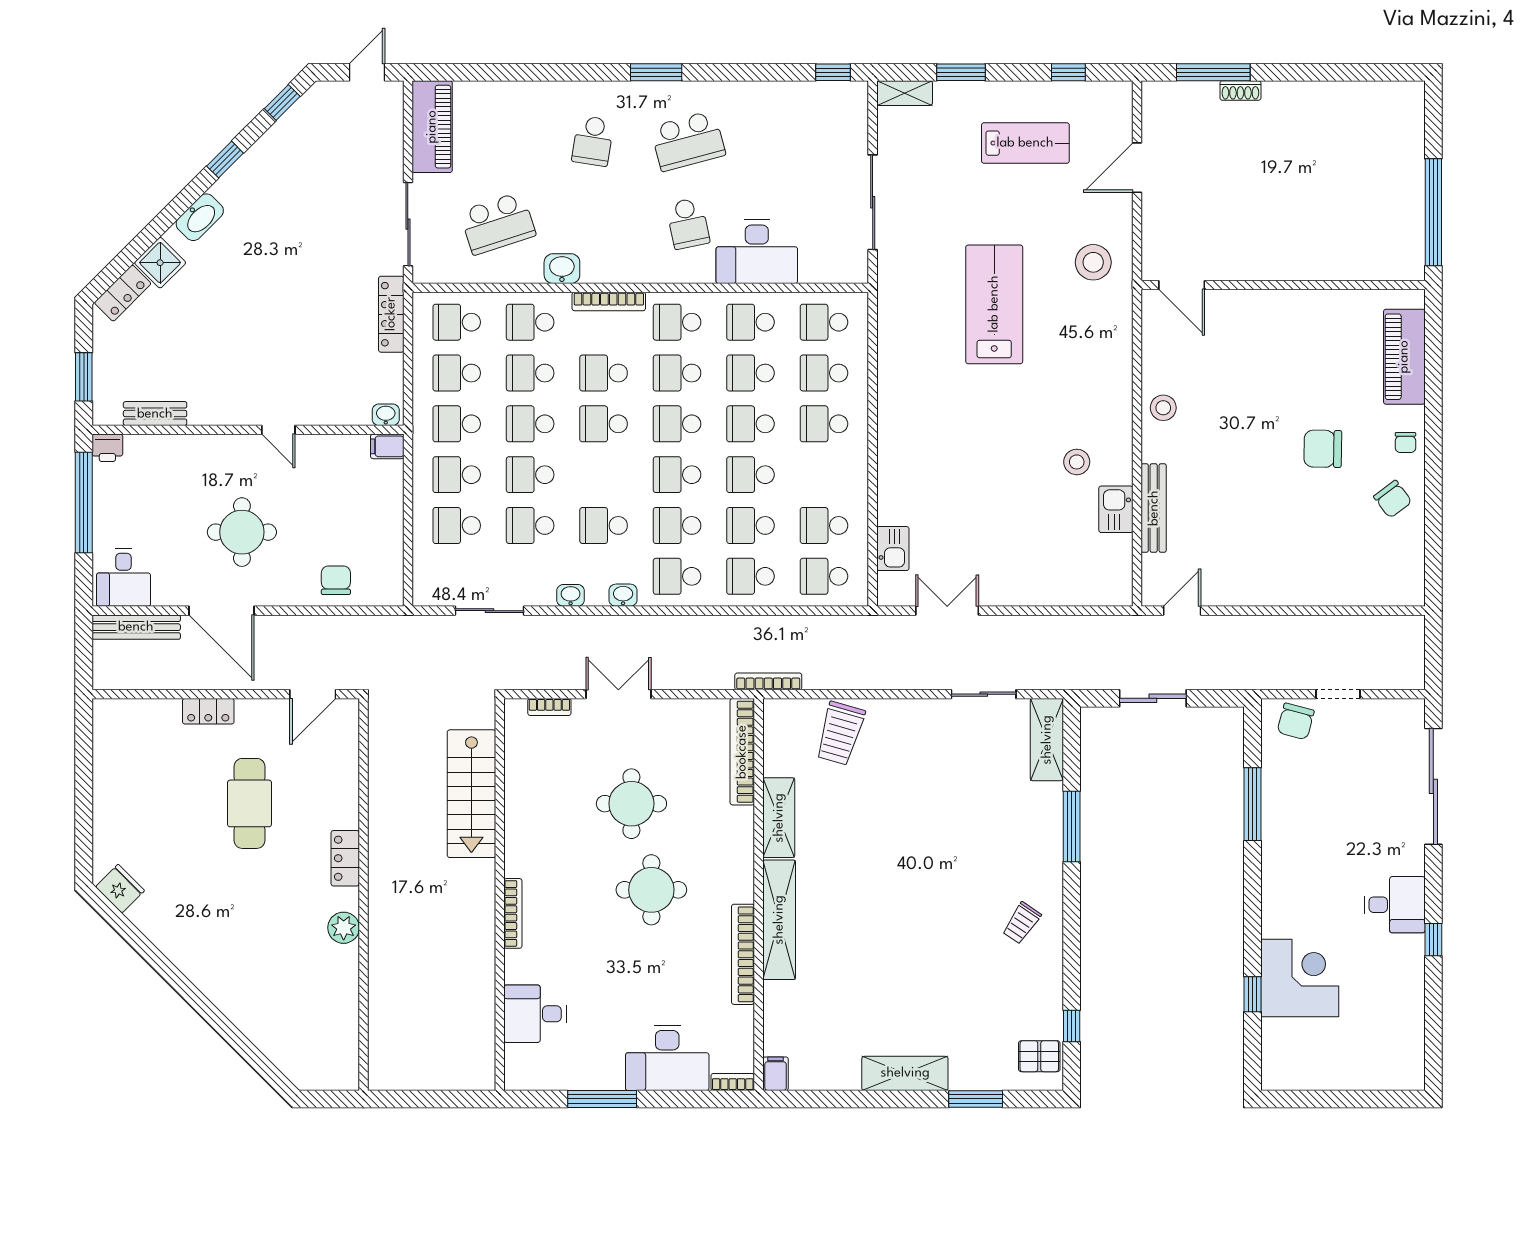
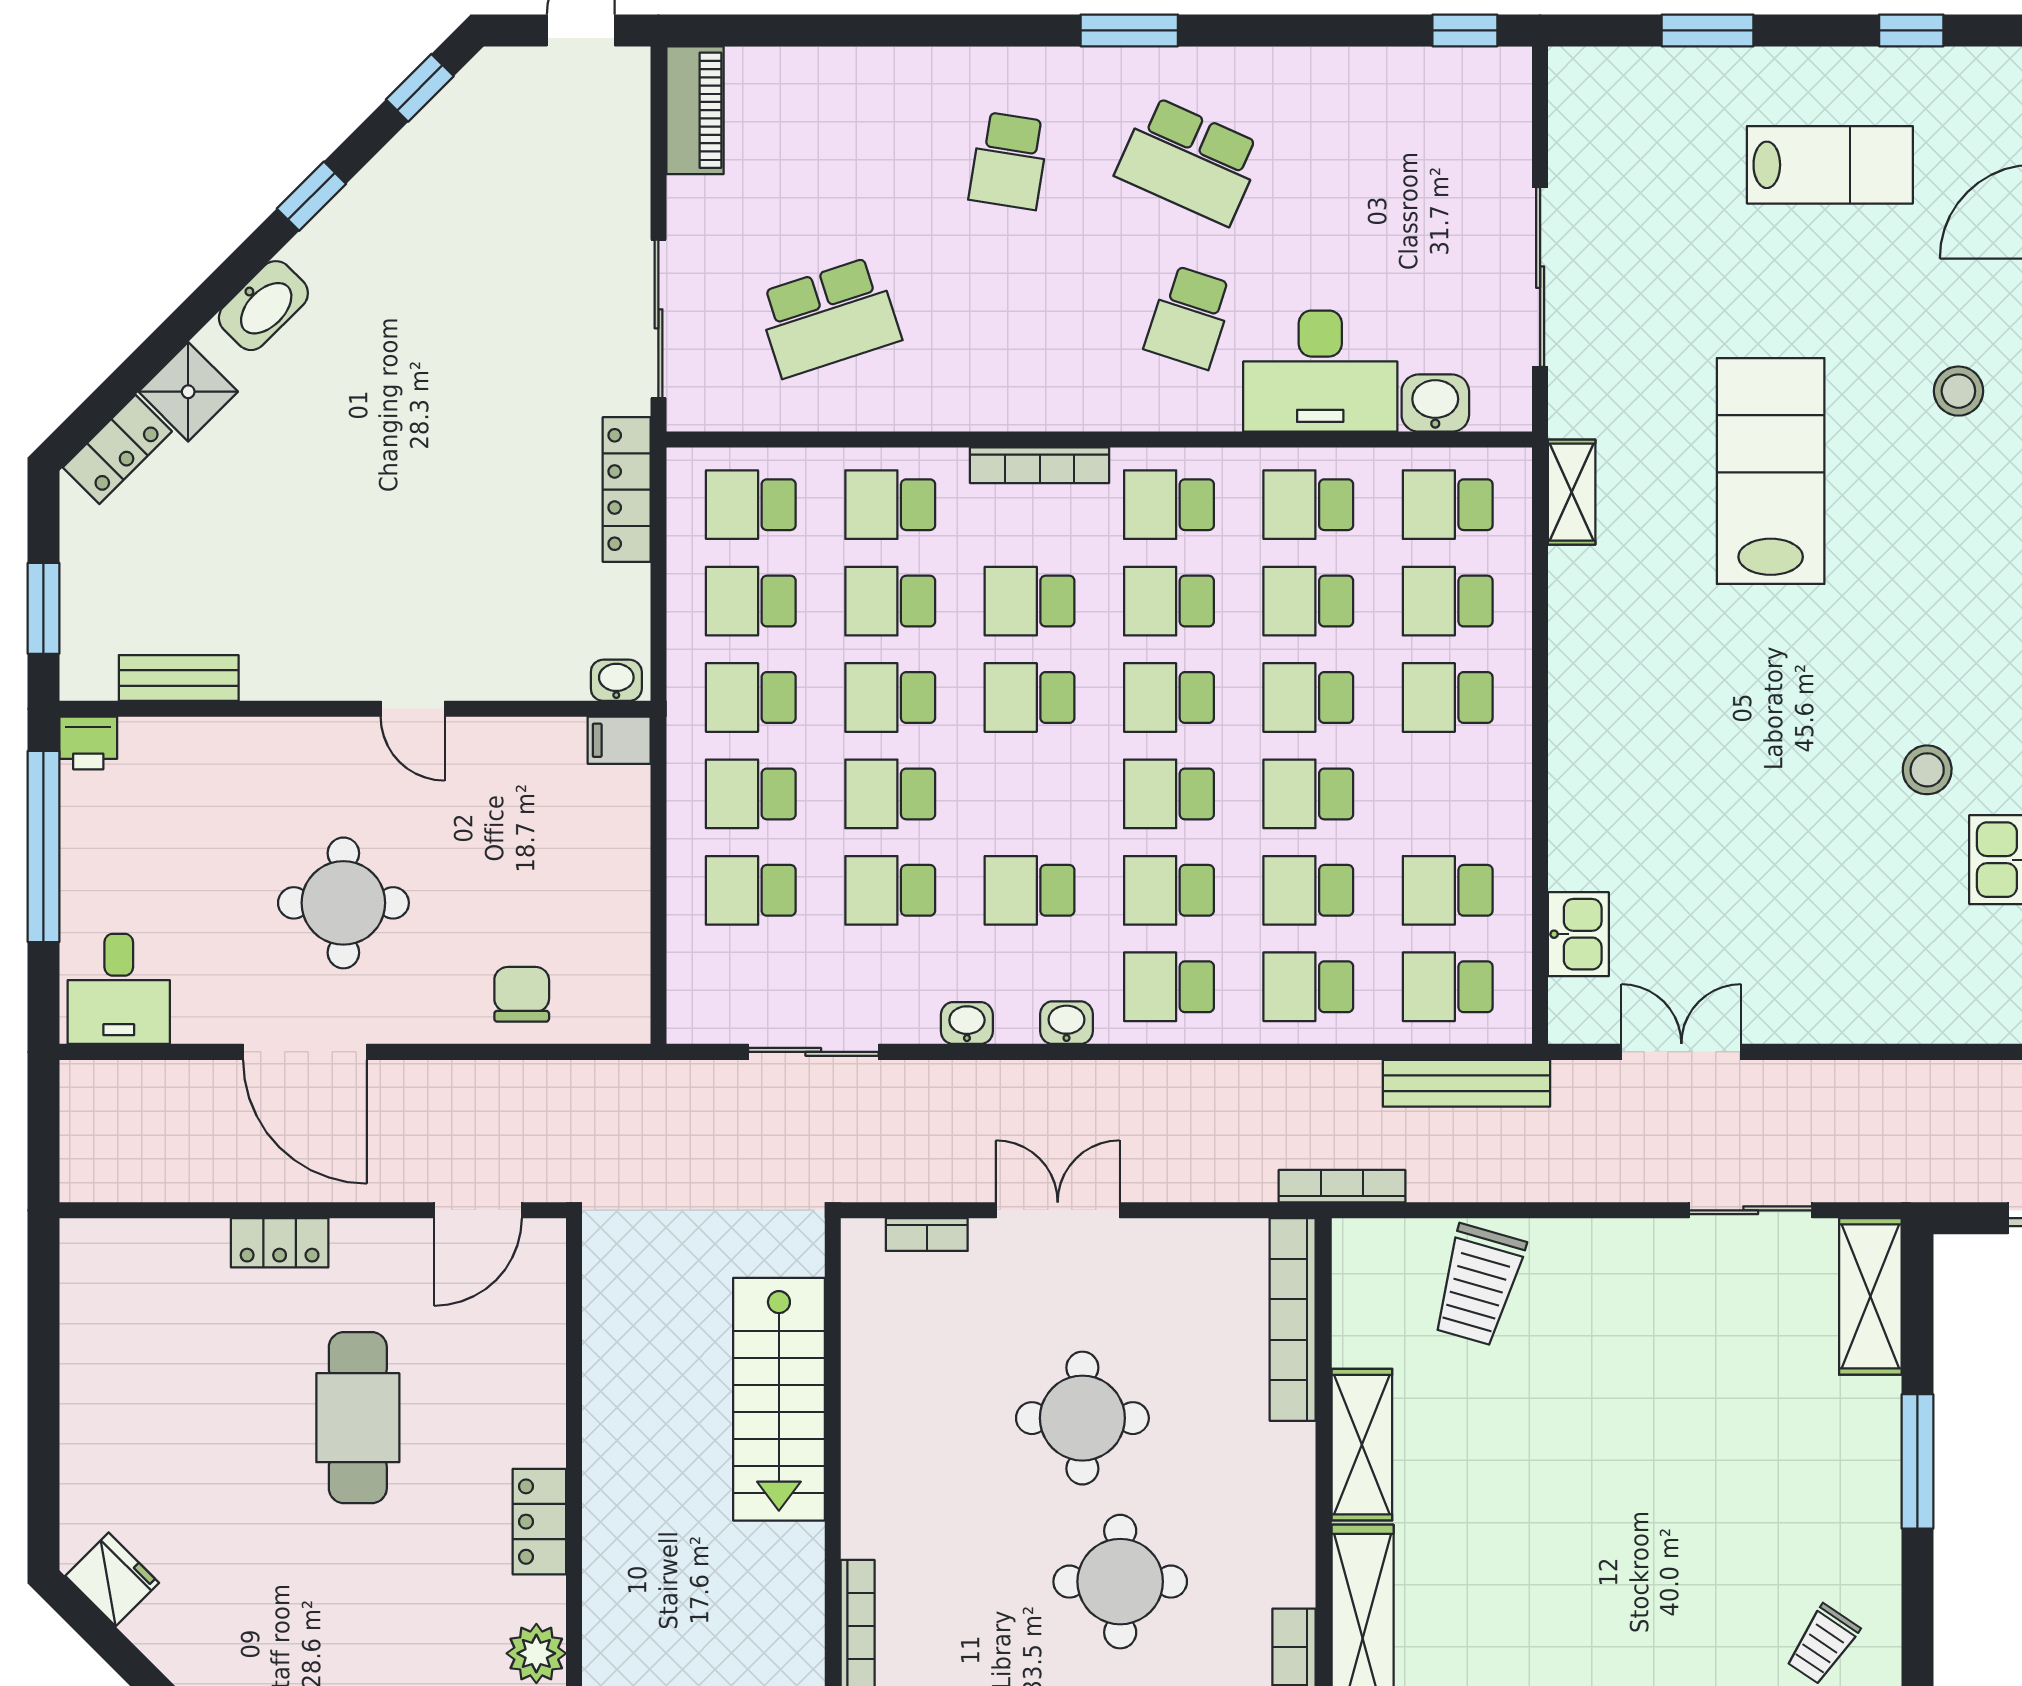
shelving: (905, 93) -> (1572, 492), moved, turned 90
piano: (432, 127) -> (695, 110), width x0.73, depth x0.75
school desk: (688, 141) -> (1189, 161), turned 39
school desk: (688, 223) -> (1189, 317), turned 30
stool: (1093, 262) -> (1958, 391), width x0.73, depth x0.73
washbasin: (562, 269) -> (1435, 403), moved
bench: (136, 627) -> (1466, 1083), moved

